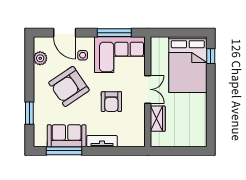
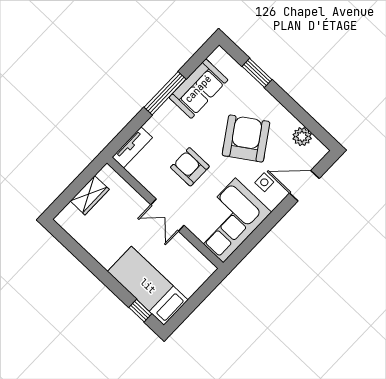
window: (114, 33) -> (257, 236), removed
bed: (188, 65) -> (148, 286), width x0.67
wardrobe: (158, 119) -> (90, 195), moved, turned -90
tv unit: (102, 141) -> (132, 147), moved
window: (64, 151) -> (165, 93), moved

